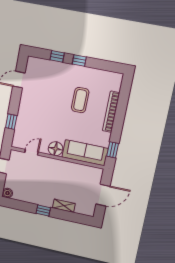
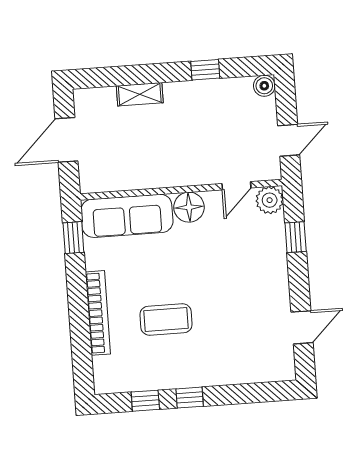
window: (57, 56) -> (145, 401), moved
coffee table: (80, 100) -> (166, 319), turned 90
plant: (18, 142) -> (270, 200), added
window: (43, 210) -> (205, 70), moved

